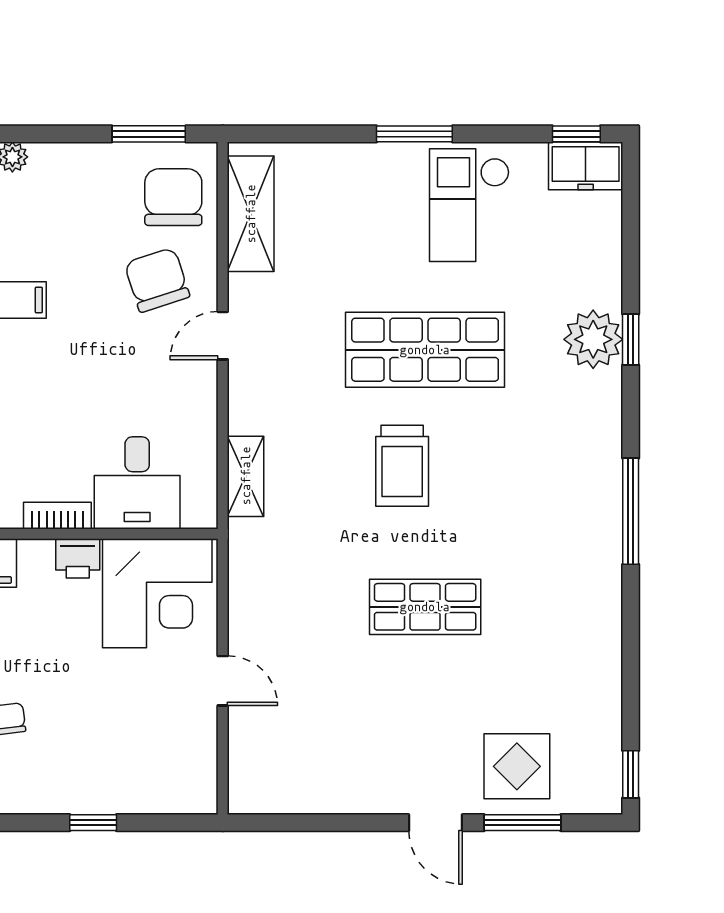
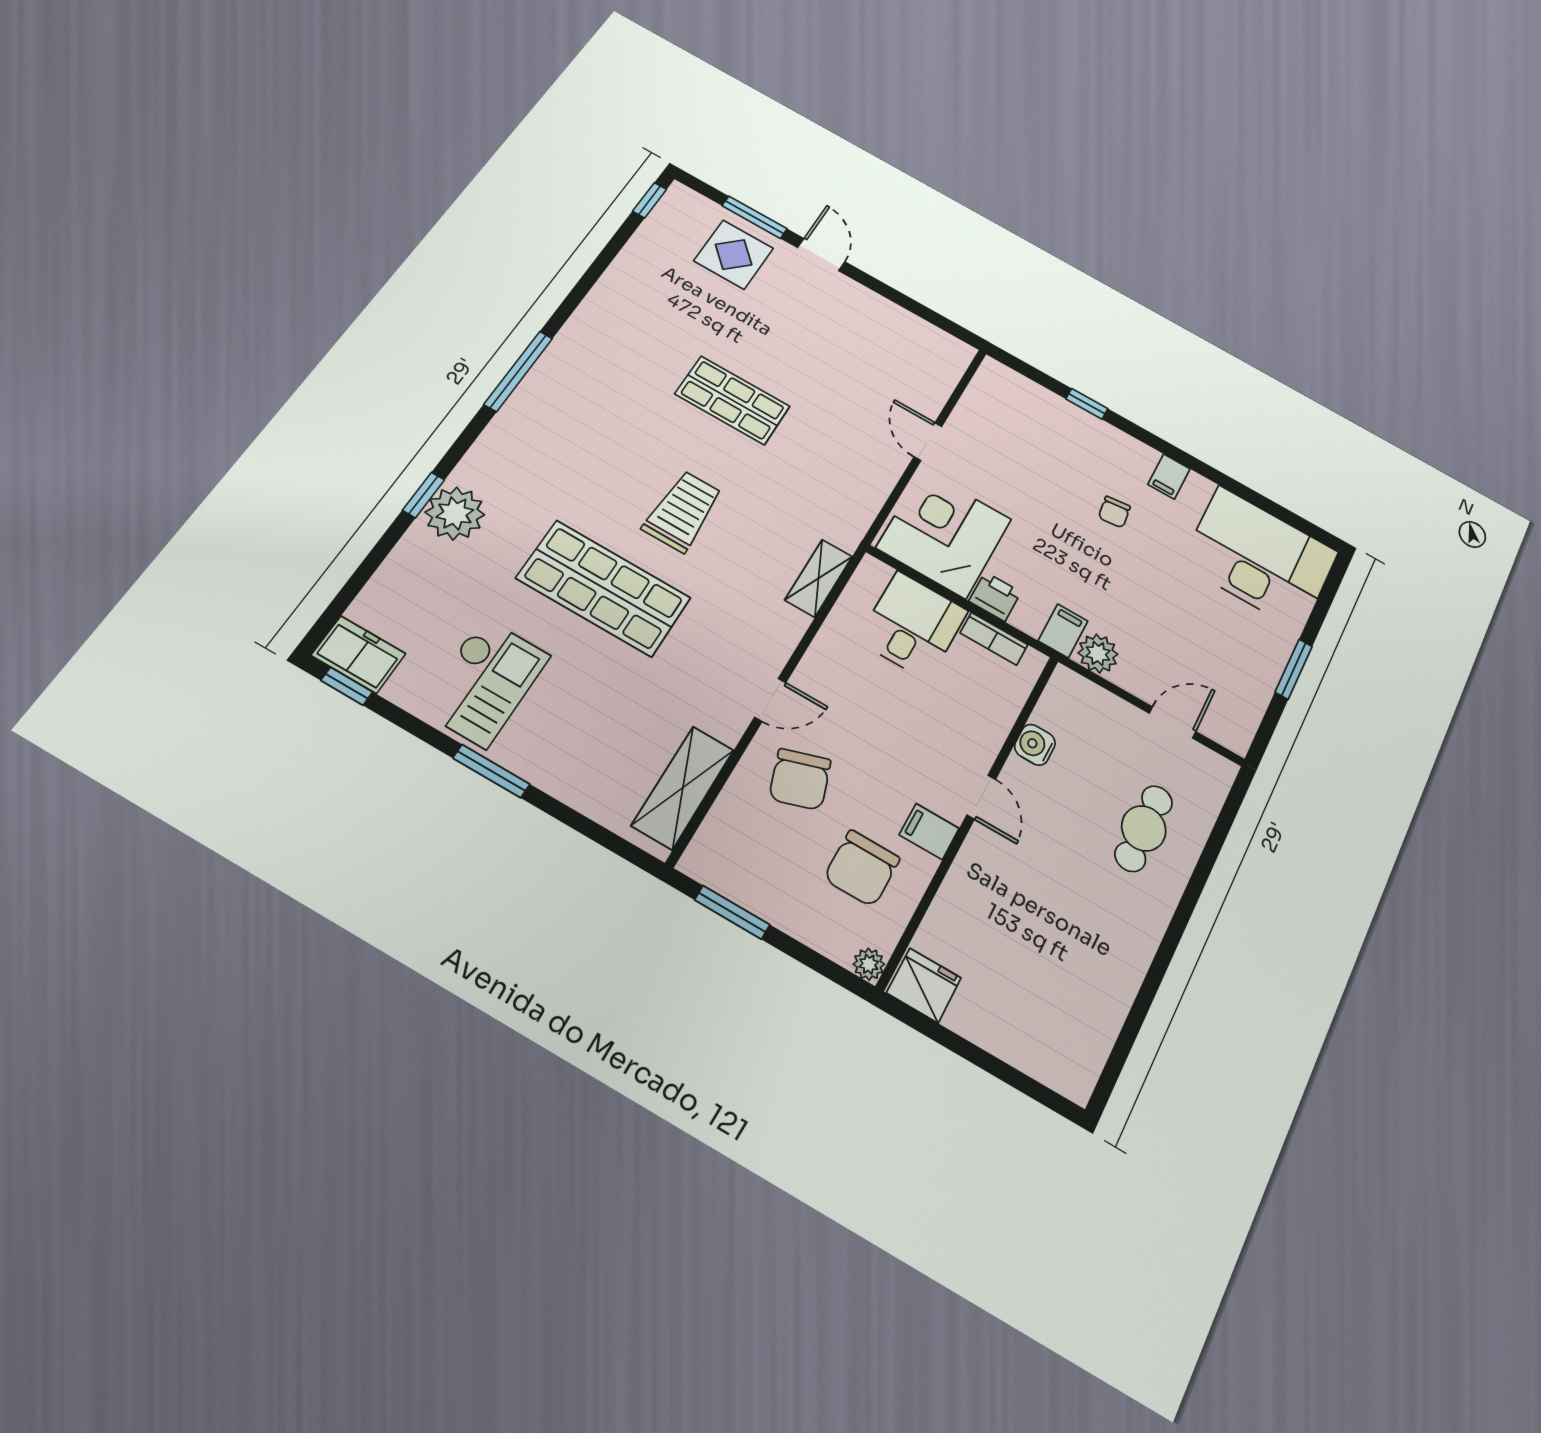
chair: (173, 197) -> (862, 868), moved

